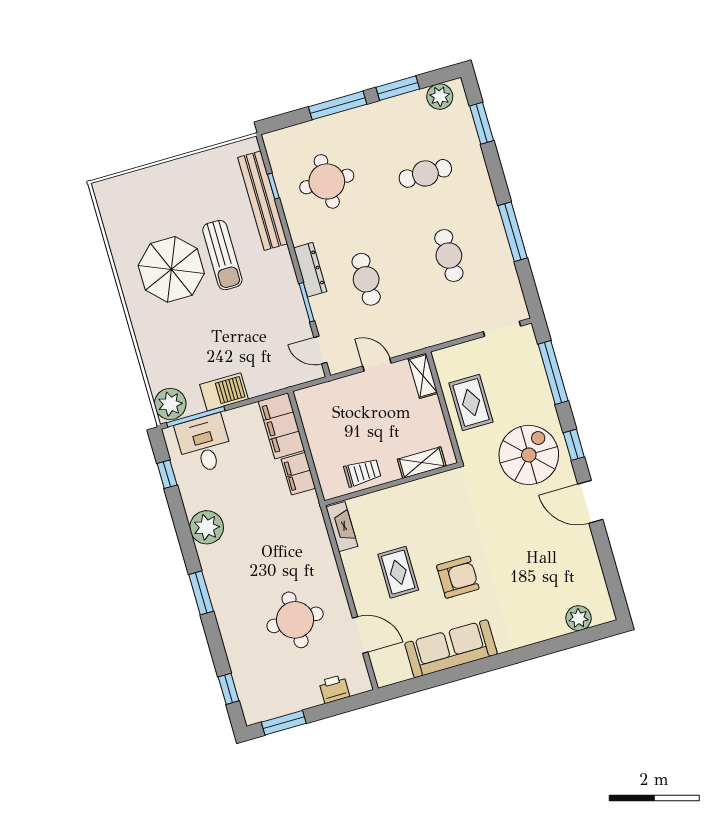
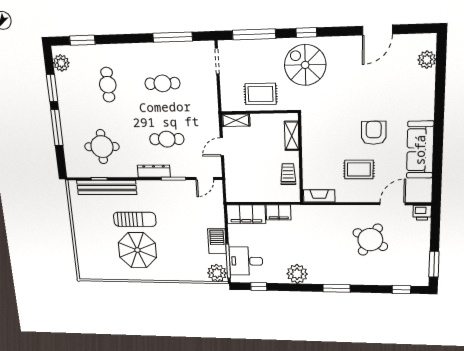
window: (513, 232) -> (173, 37), moved
door: (590, 502) -> (377, 30), moved
round table: (295, 620) -> (370, 240), turned 30
printer: (334, 689) -> (422, 213), moved, turned -90

